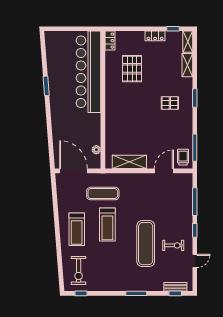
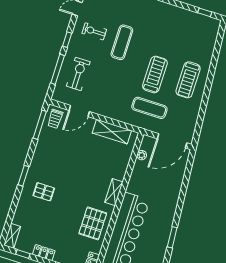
shelving: (187, 65) -> (114, 192), moved
pallet: (132, 69) -> (93, 223), moved
pallet: (170, 103) -> (44, 192), moved
door: (73, 171) -> (172, 141), hinge flipped
treadmill: (77, 229) -> (188, 80), turned 180
exercise mat: (146, 244) -> (122, 42), width x0.73, depth x0.69
exercise bike: (79, 271) -> (78, 74), moved

